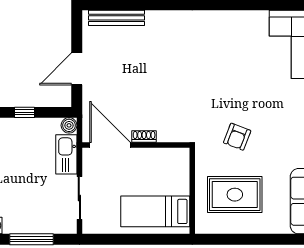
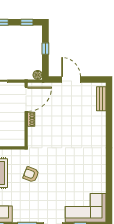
bench: (117, 18) -> (101, 99), width x0.73
kitchen sink: (66, 154) -> (21, 73), removed

